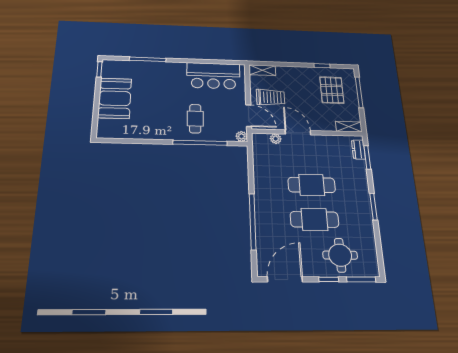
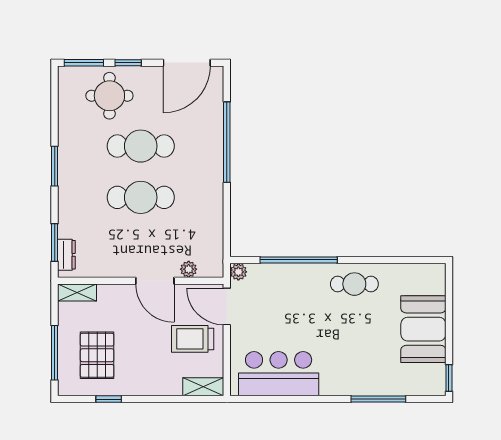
cafe table: (195, 119) -> (354, 284), moved, turned 90

